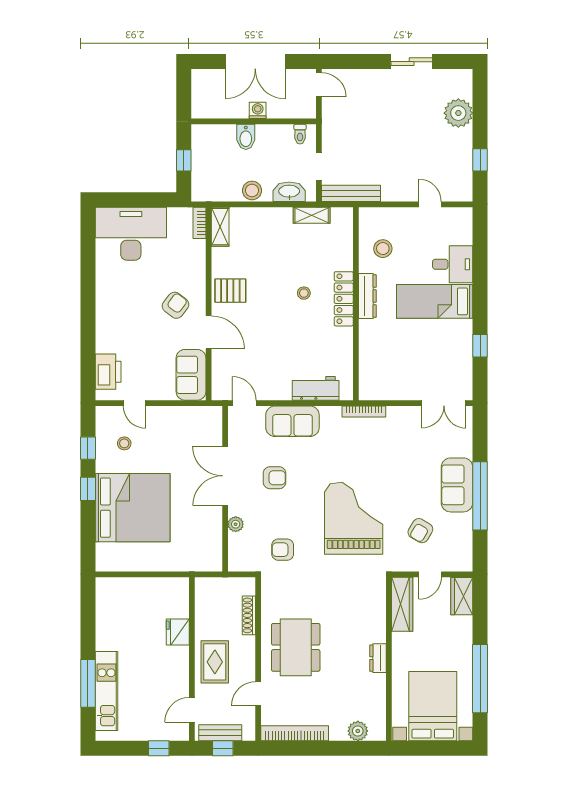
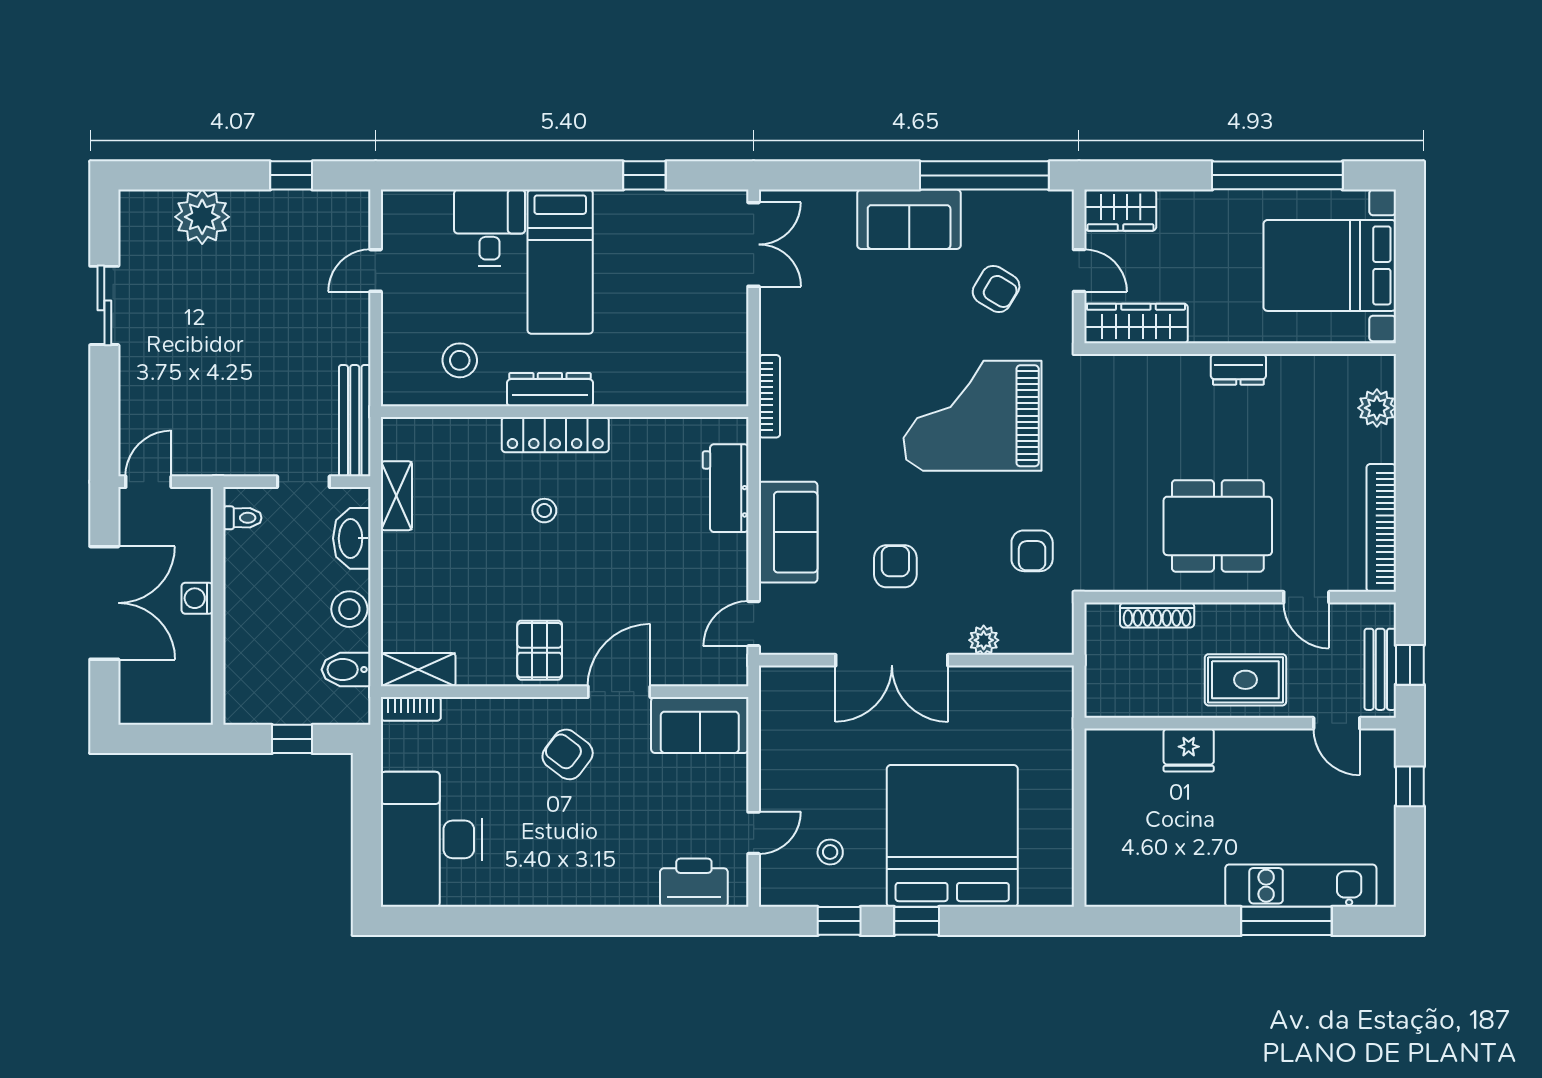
bidet: (246, 137) -> (346, 670), moved, turned 180
window: (480, 496) -> (984, 175), moved

